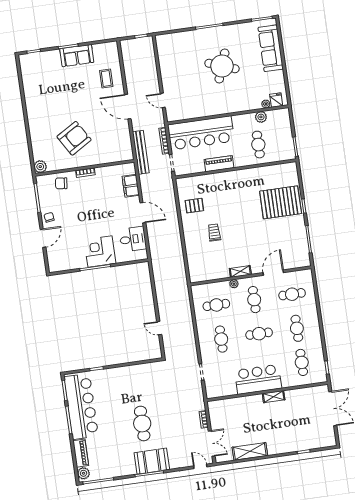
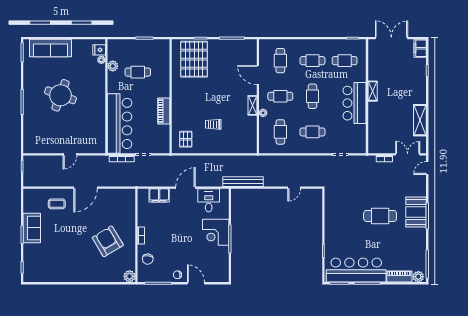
door: (163, 100) -> (70, 154), moved
bench: (141, 152) -> (243, 182), moved
piano: (219, 164) -> (164, 111), moved
wall: (236, 169) -> (171, 96), moved
filing cabinet: (326, 441) -> (420, 48), added

